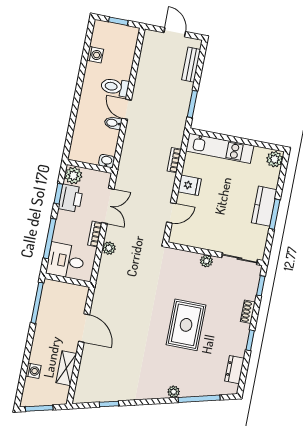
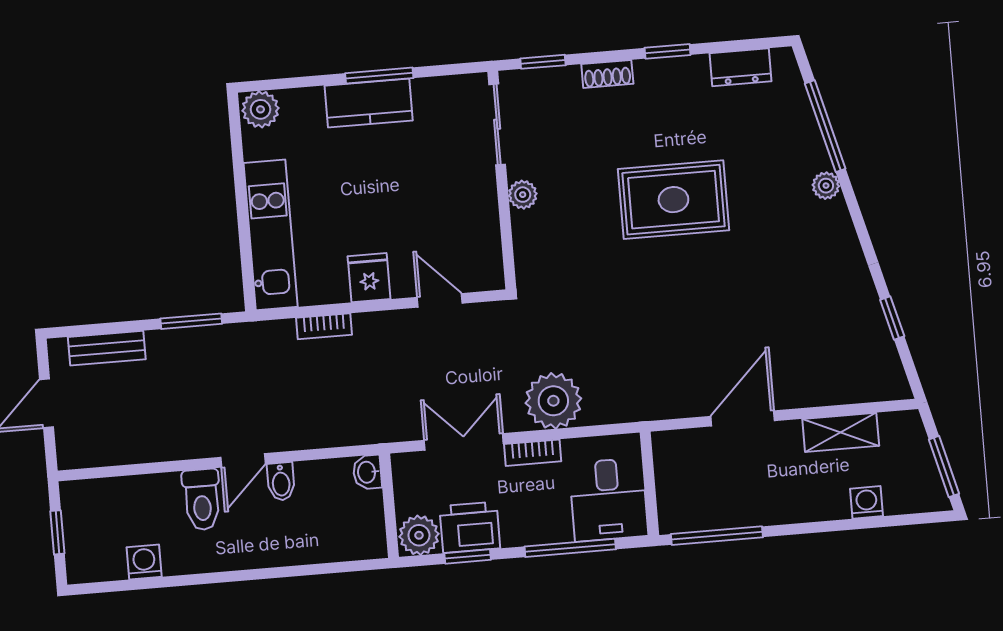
plant: (109, 248) -> (553, 401), width x1.88, depth x1.88

